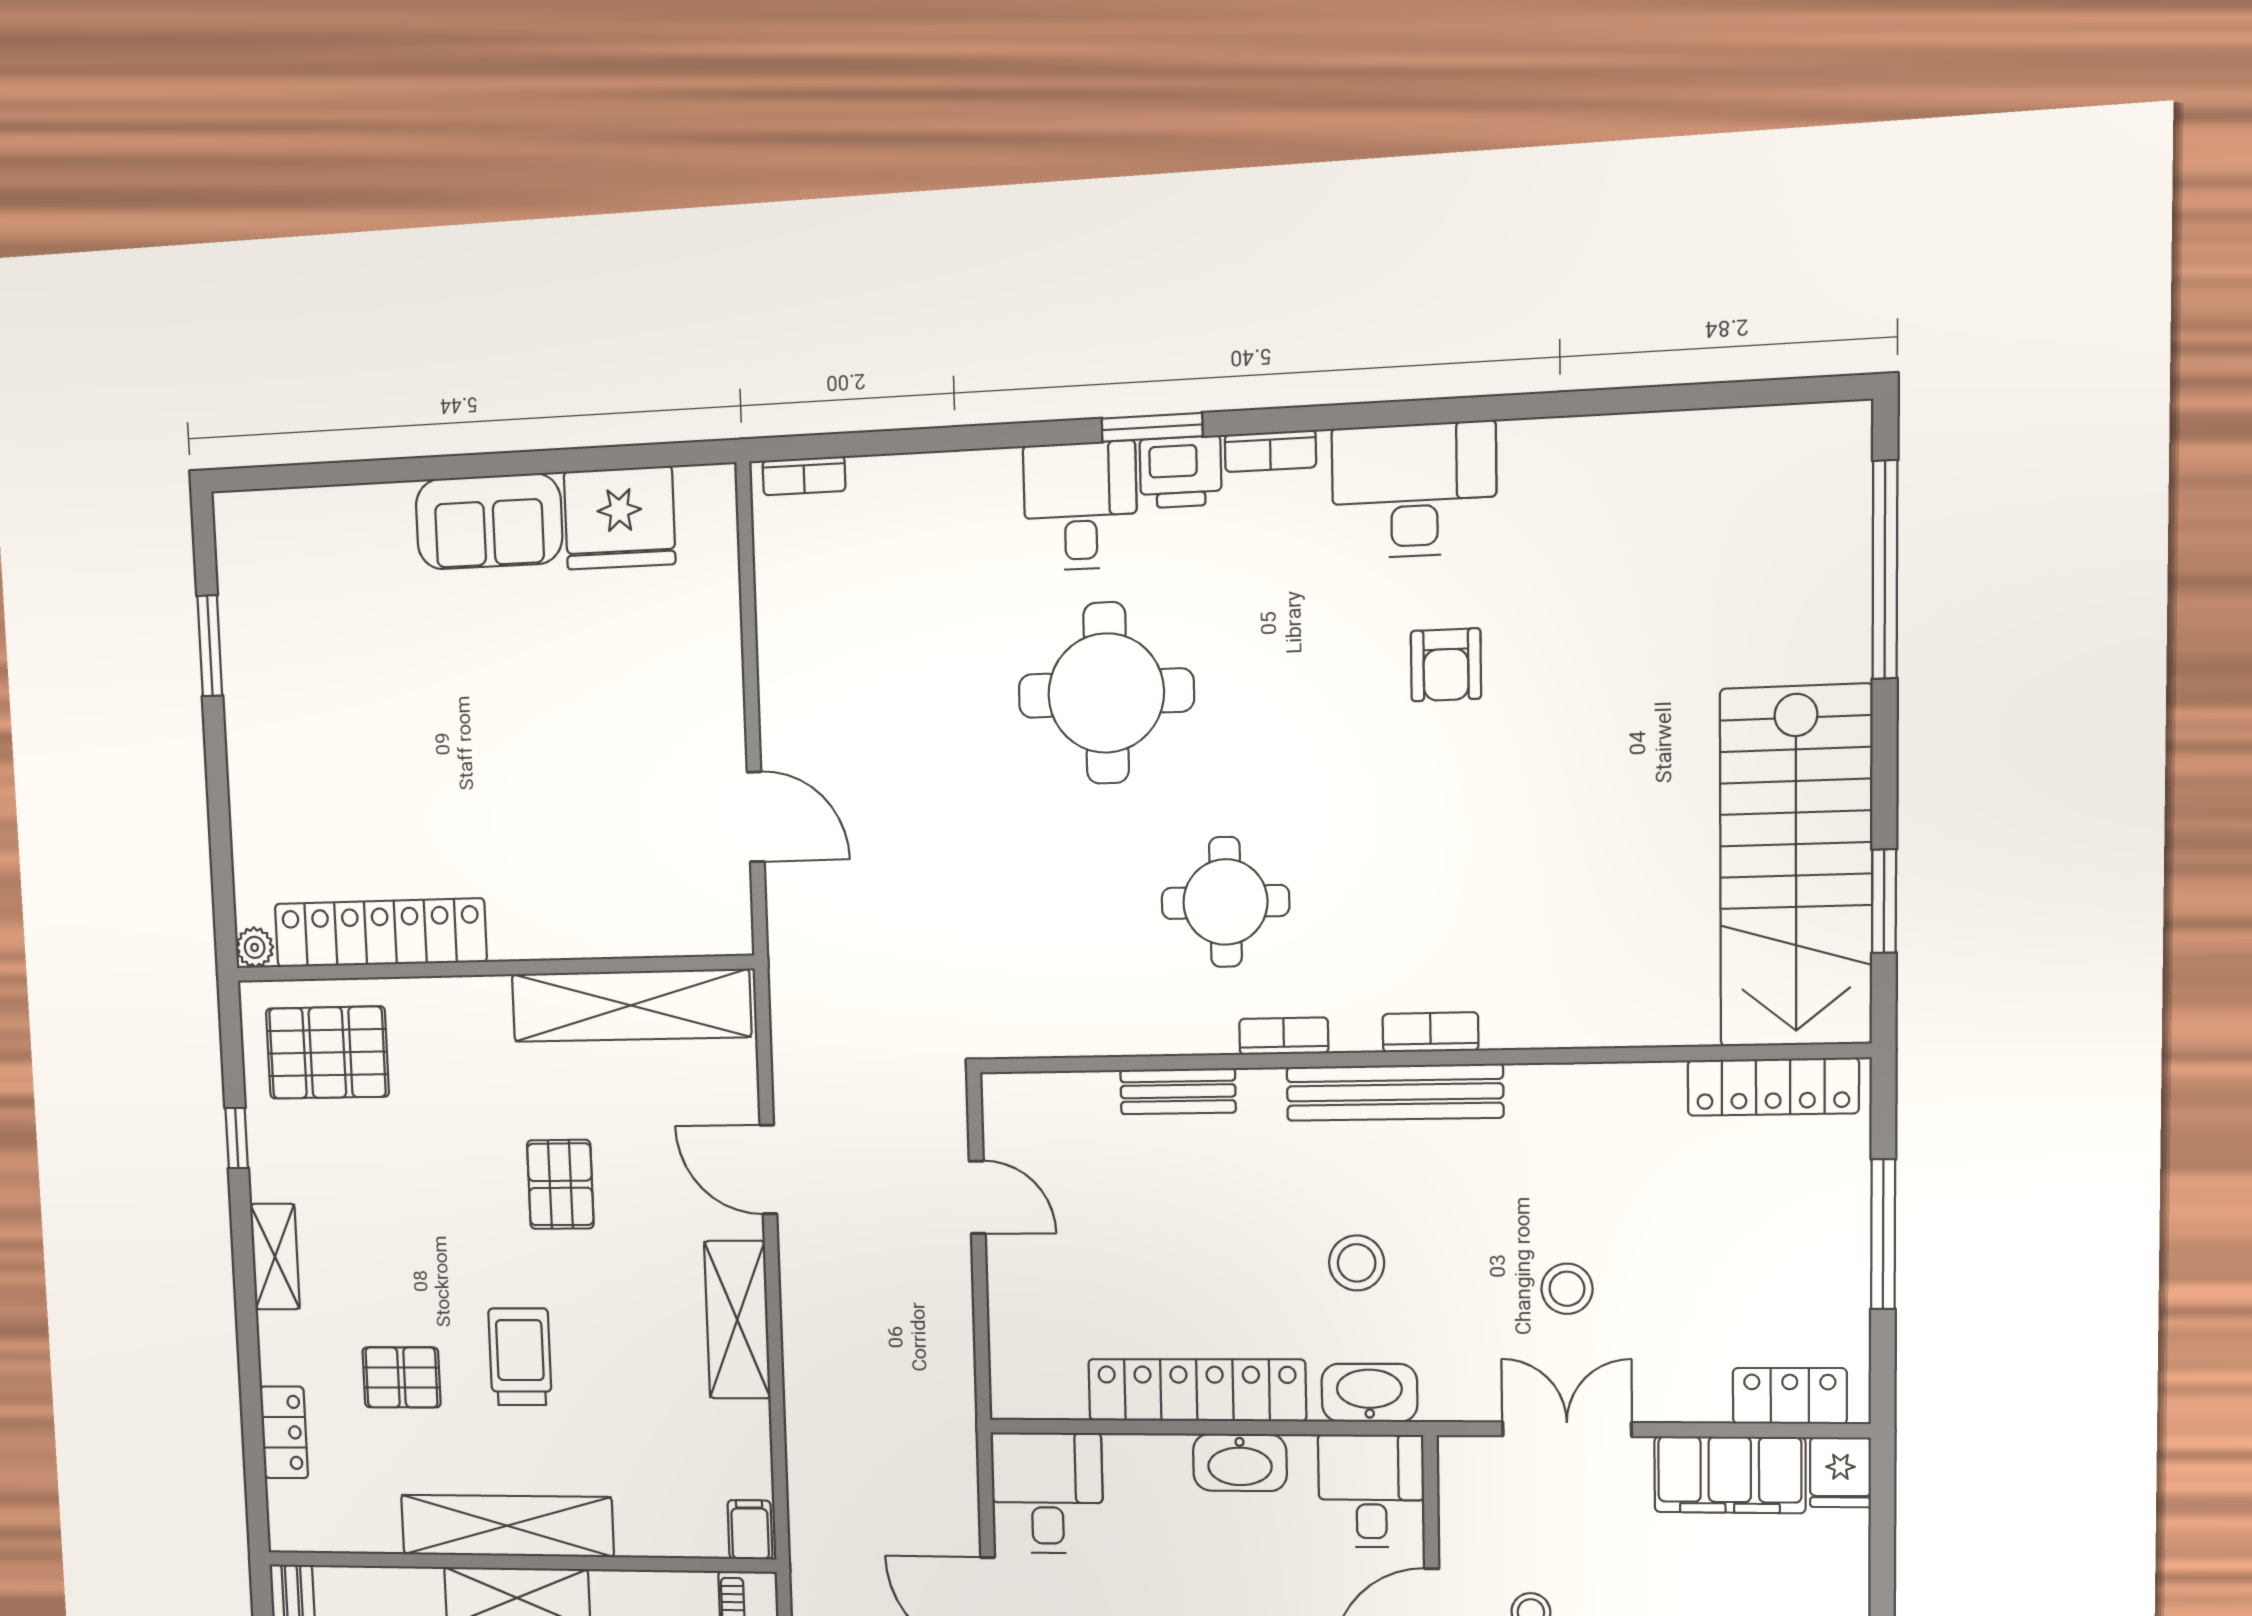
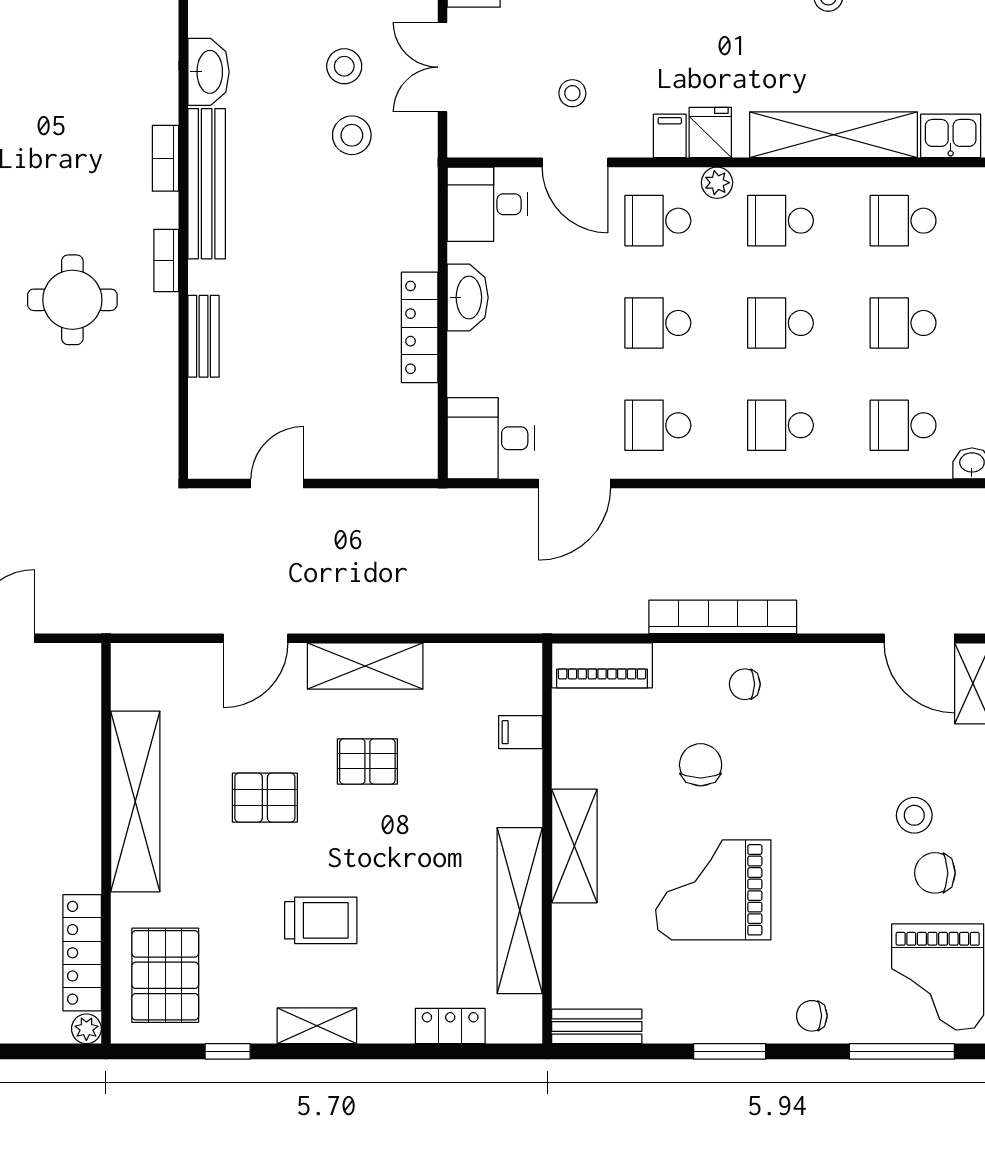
locker: (380, 933) -> (82, 953), width x0.71, depth x0.83
shelving: (631, 1005) -> (135, 801), moved
stool: (1357, 1263) -> (352, 135), moved
trolley: (520, 1357) -> (321, 920), moved, turned 180
pallet: (401, 1377) -> (367, 761), moved, turned 90
locker: (1197, 1390) -> (420, 327), width x0.71, depth x0.83
washbasin: (1369, 1393) -> (209, 72), moved, turned 180
shelving: (507, 1526) -> (520, 911), moved
filing cabinet: (750, 1530) -> (520, 732), moved

